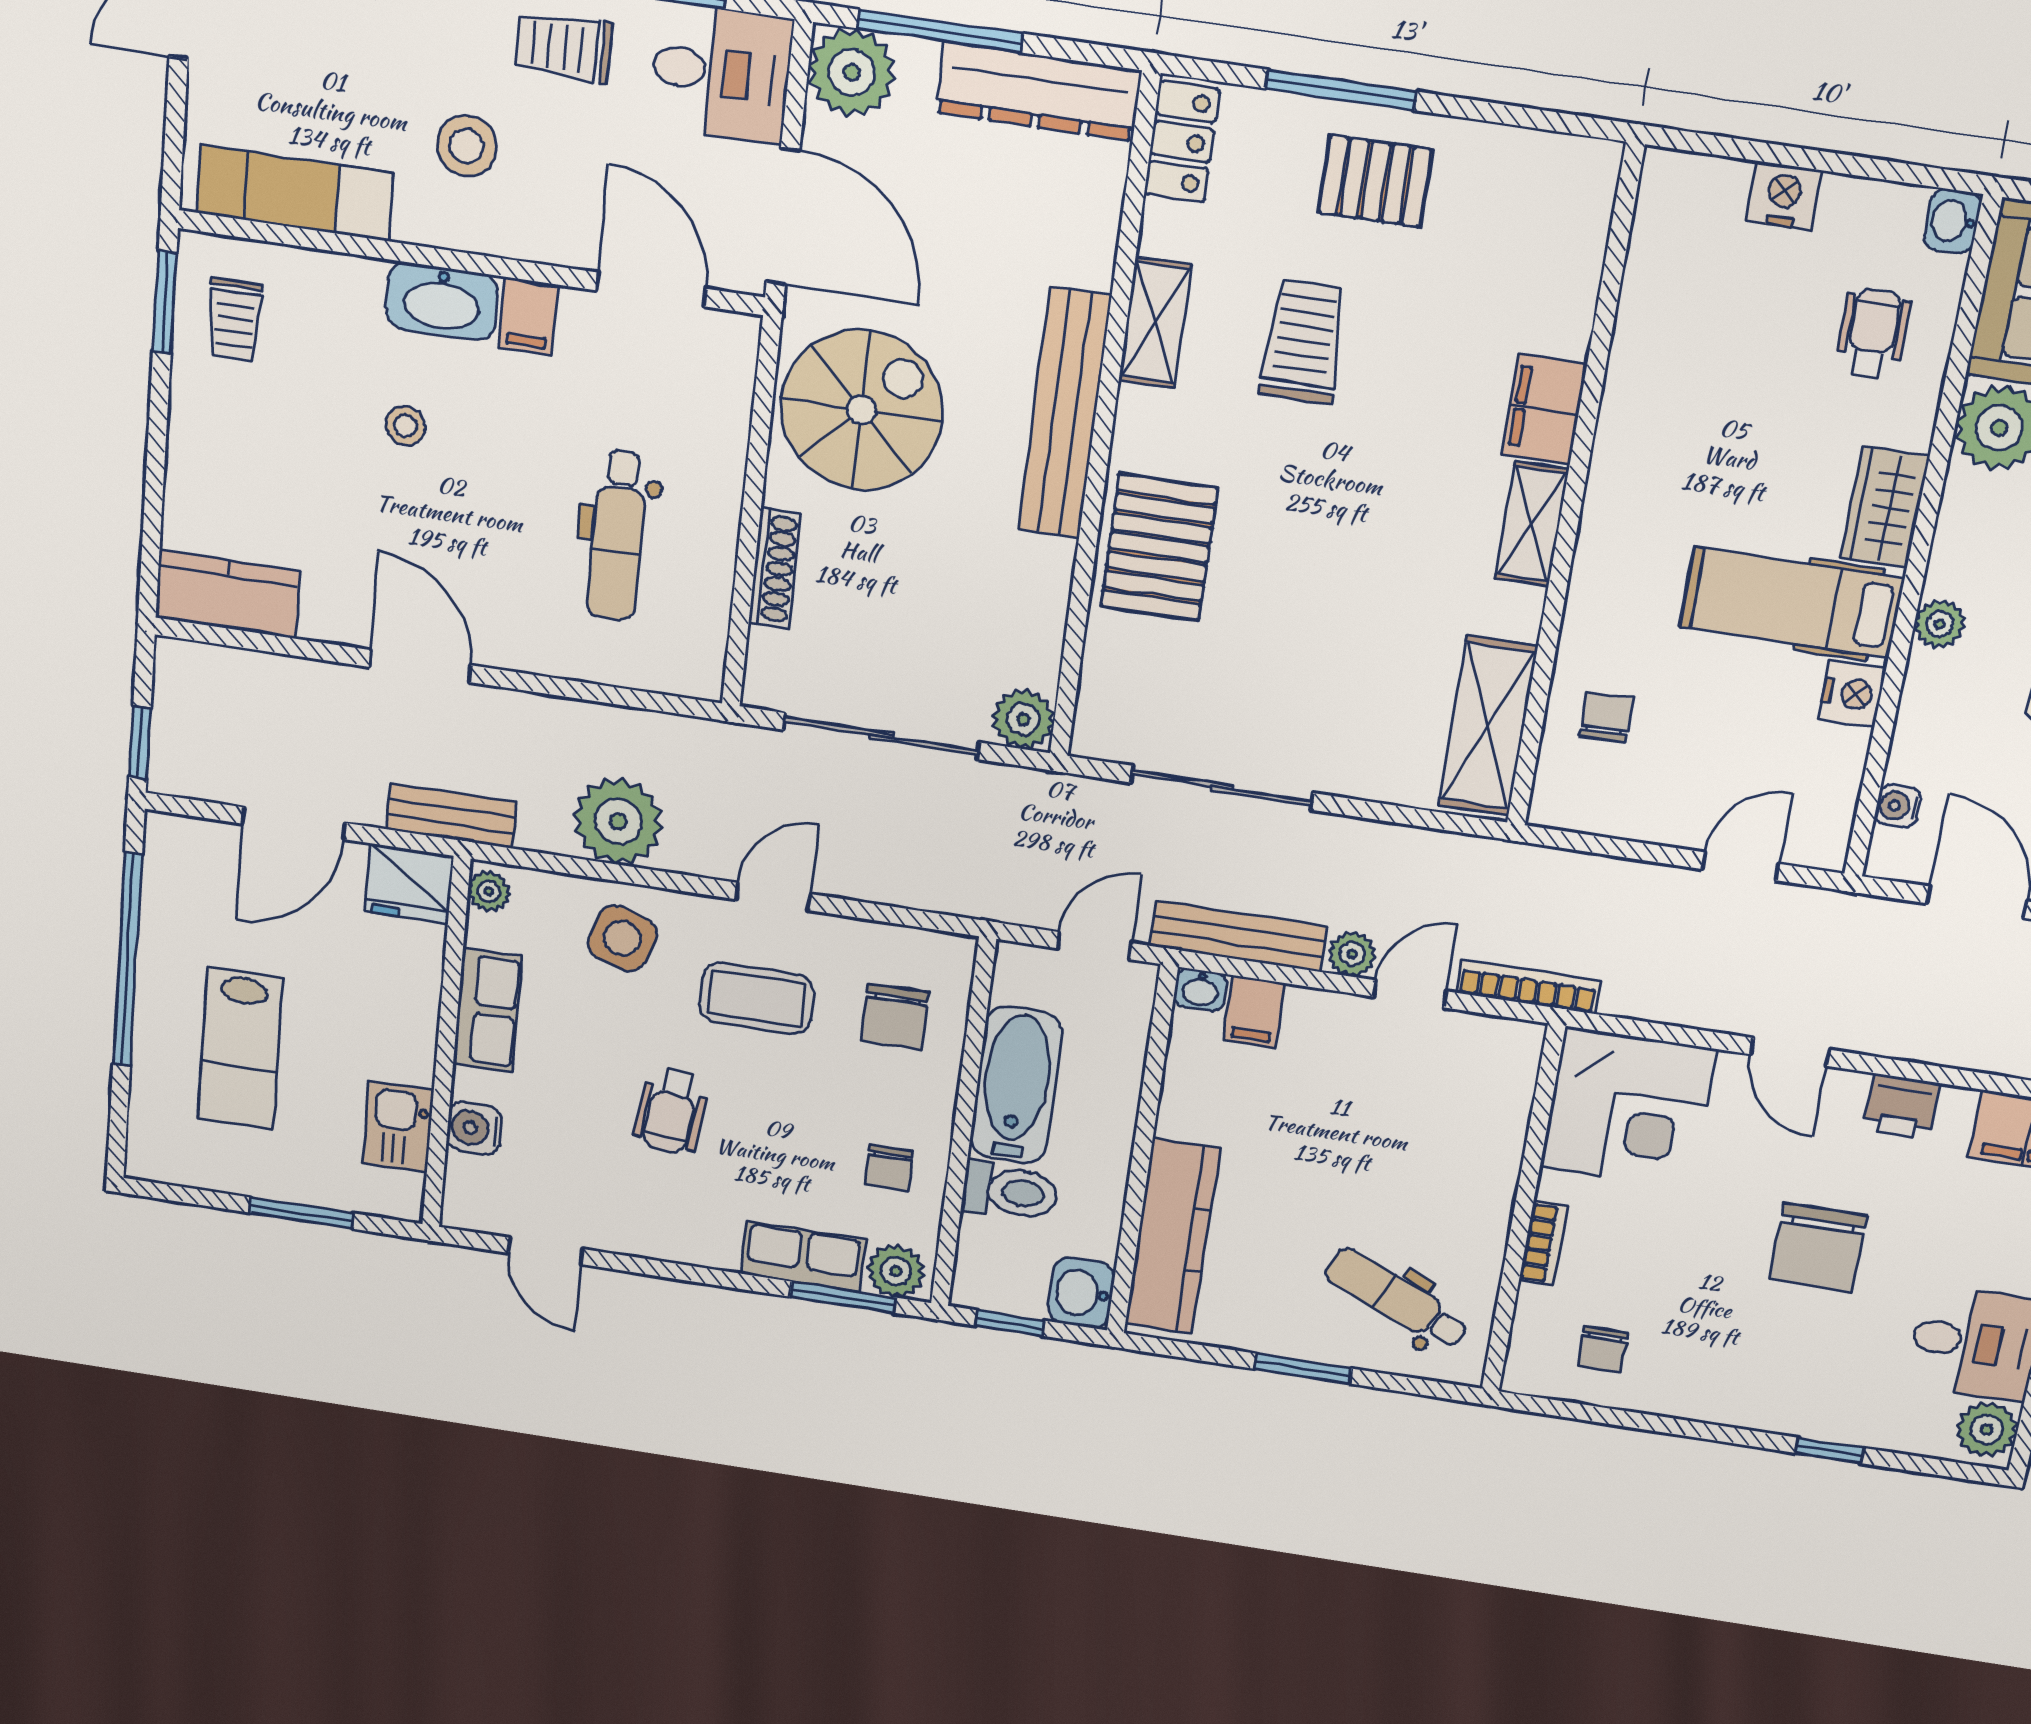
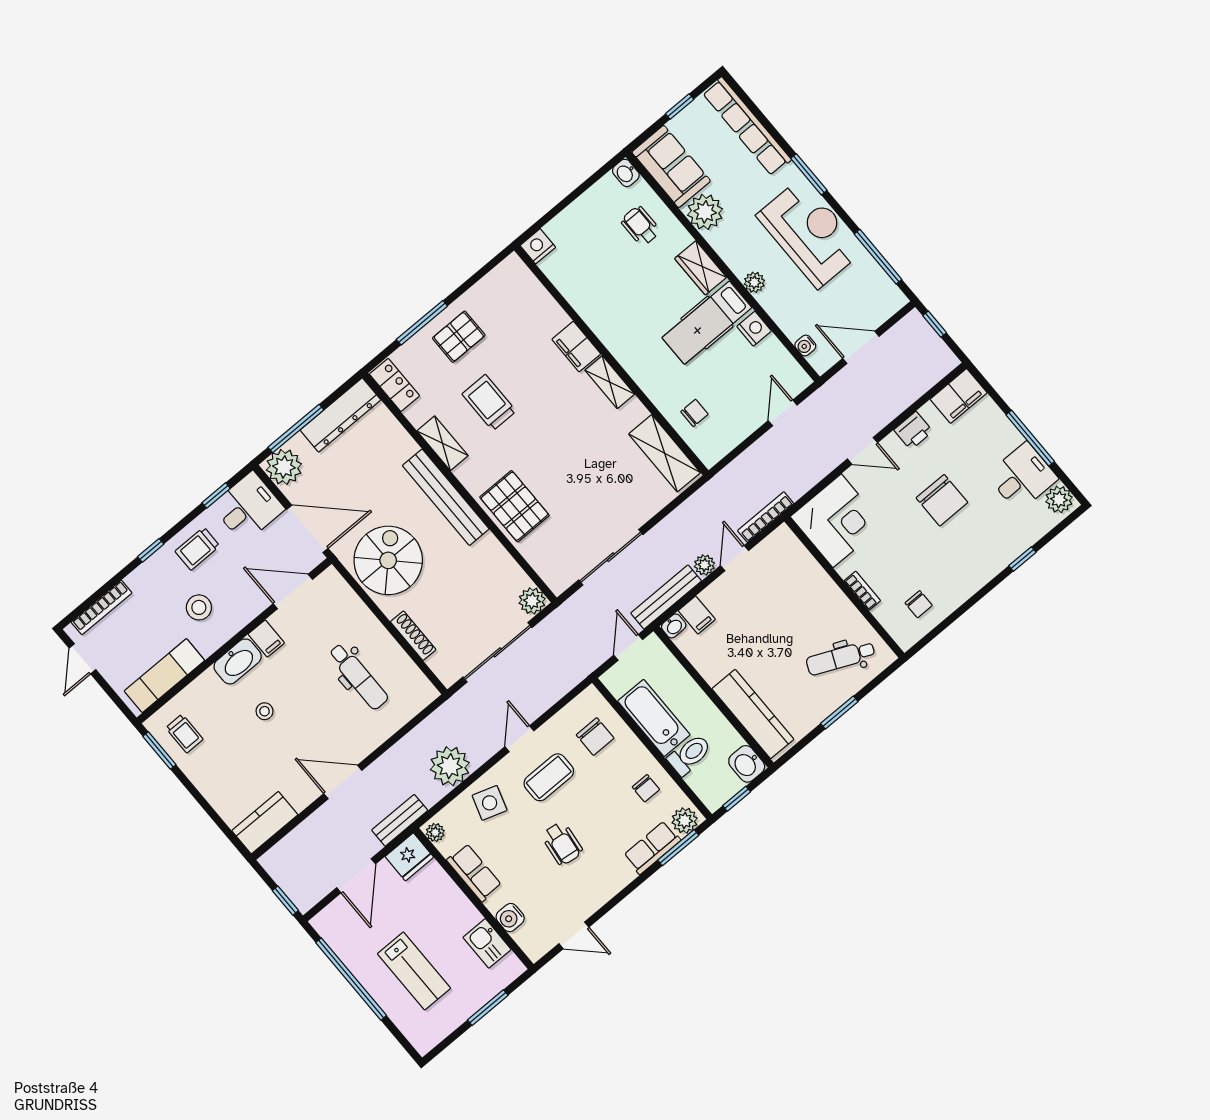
nightstand: (1784, 195) -> (538, 246), moved
chair: (1606, 717) -> (694, 413), turned 90

